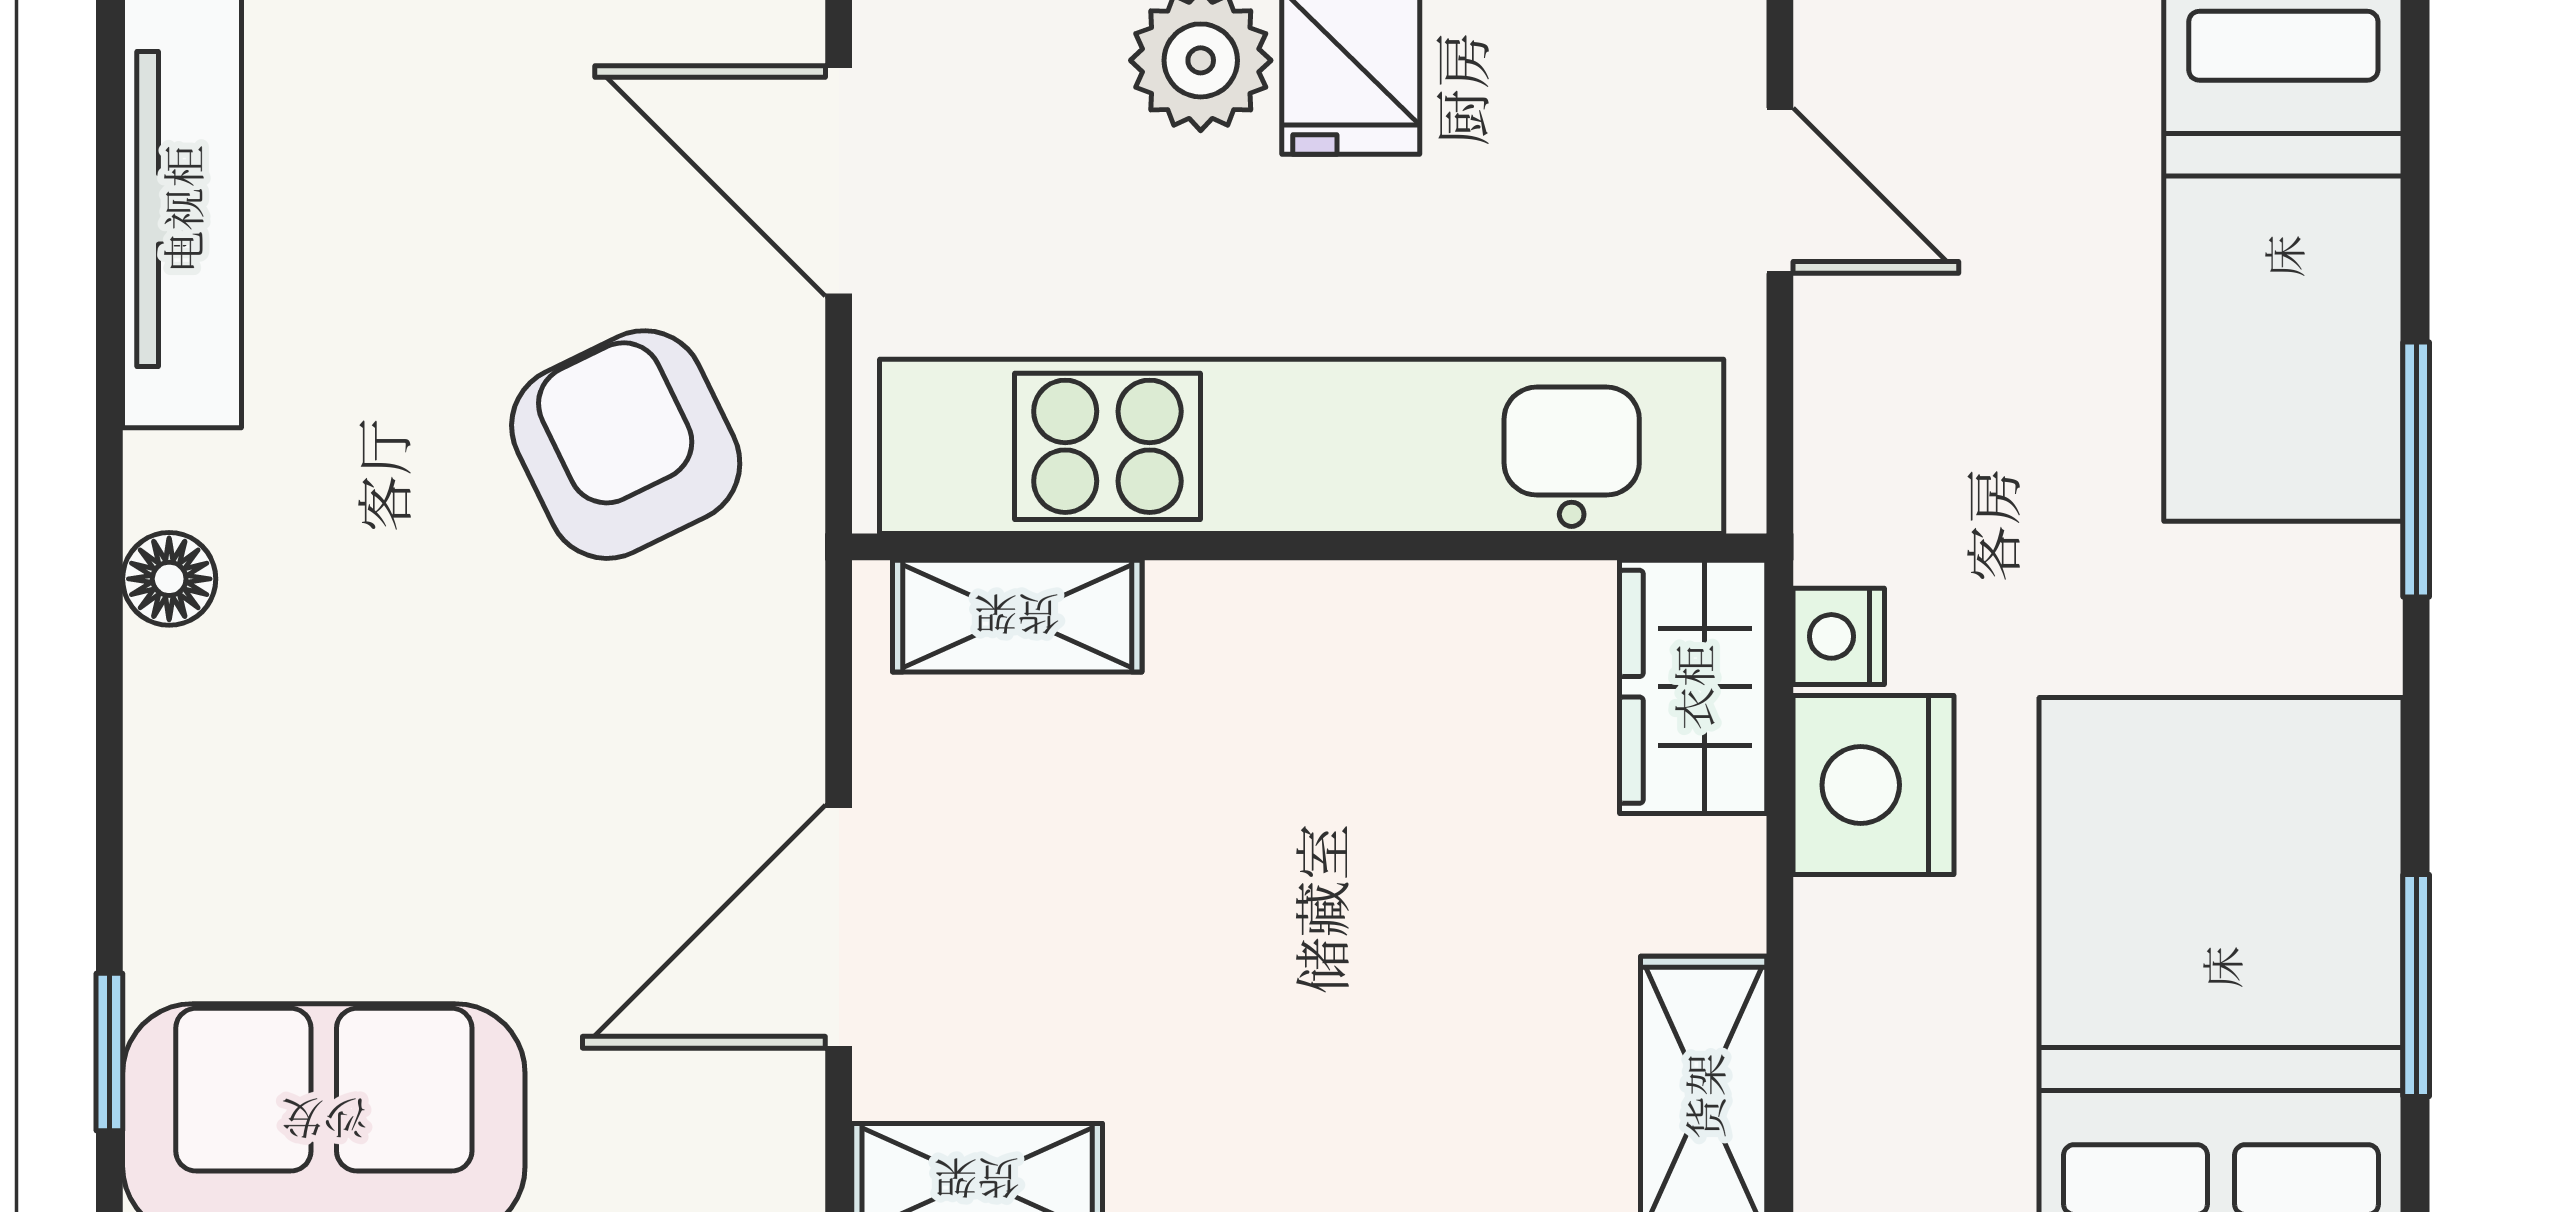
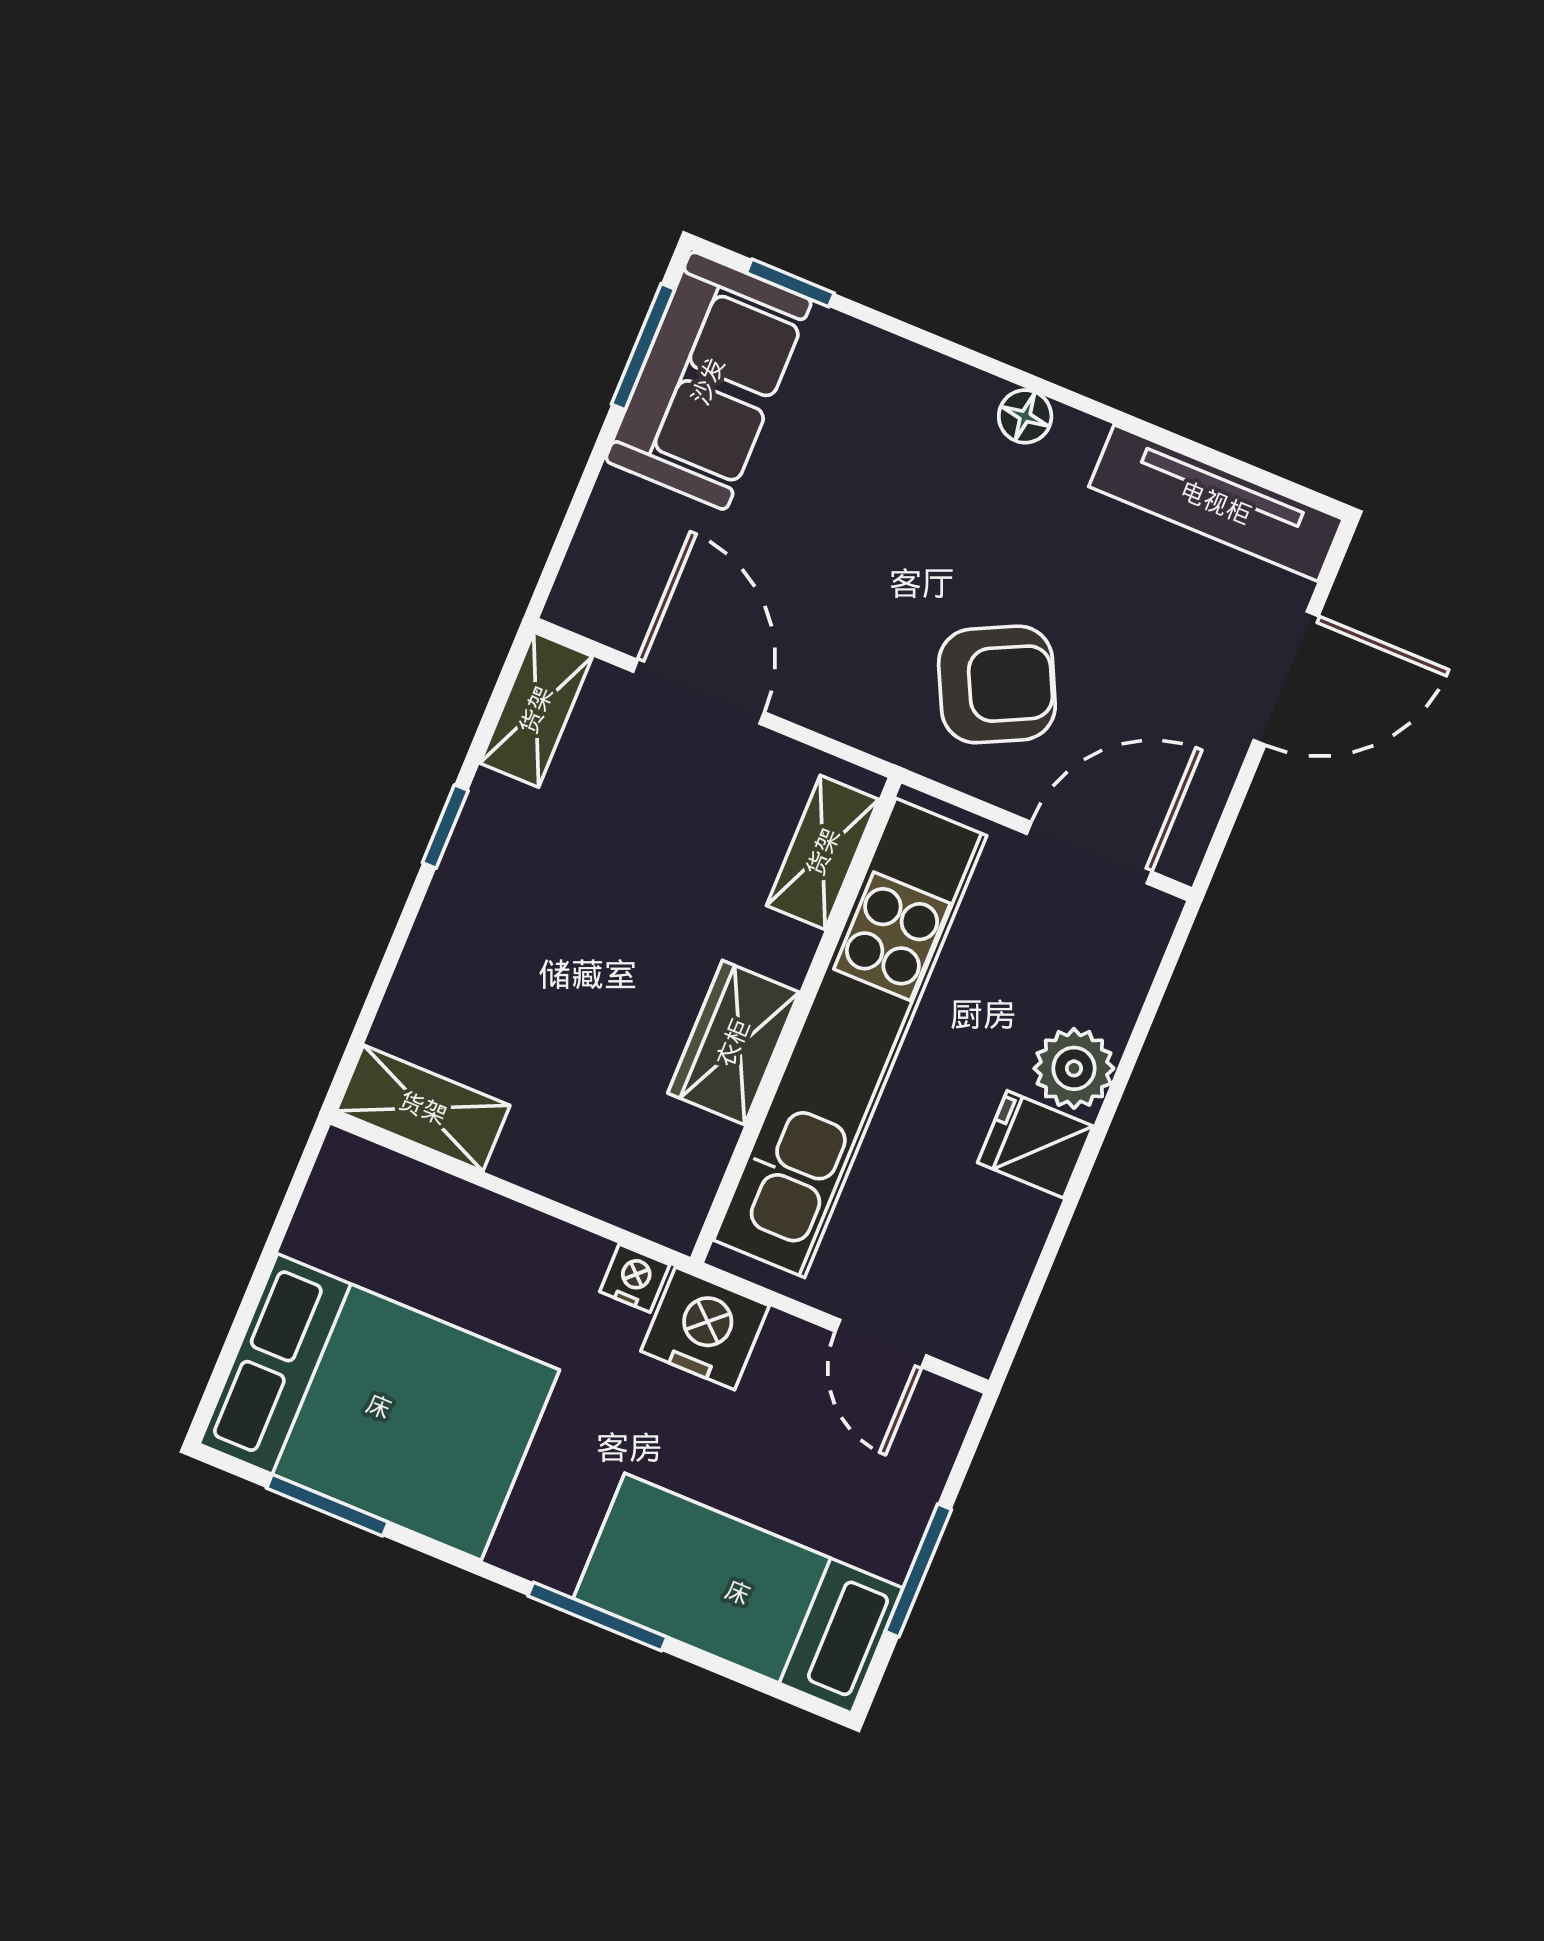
door: (1780, 191) -> (881, 1344), hinge flipped
wardrobe: (1693, 687) -> (733, 1043), moved, turned -90
nightstand: (1874, 785) -> (705, 1328), moved

